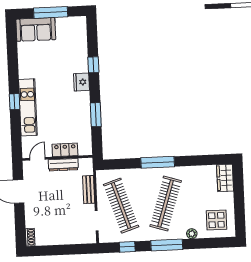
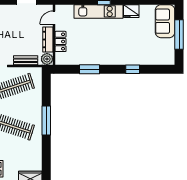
fridge: (82, 82) -> (131, 11), moved, turned 180
door: (38, 159) -> (54, 18), swing flipped
plant: (86, 165) -> (47, 59), added

